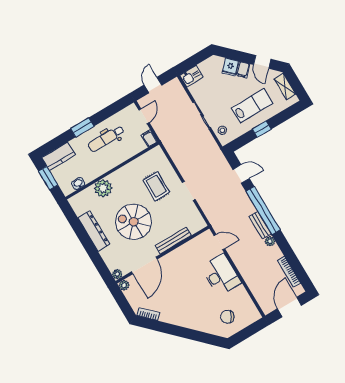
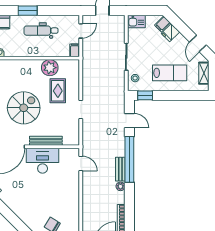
filing cabinet: (243, 70) -> (163, 24), moved
window: (262, 129) -> (145, 95), moved
plant: (103, 188) -> (50, 68), moved
spiral stairs: (134, 222) -> (24, 108), turned 90
desk: (221, 275) -> (43, 161), moved, turned -90

